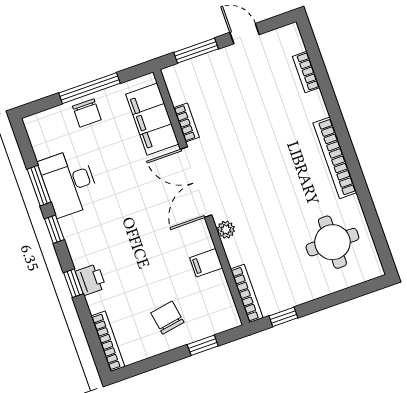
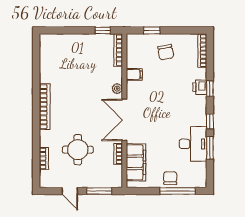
window: (89, 88) -> (178, 191), moved
double door: (196, 182) -> (124, 120), swing flipped
round table: (332, 242) -> (78, 150), moved

